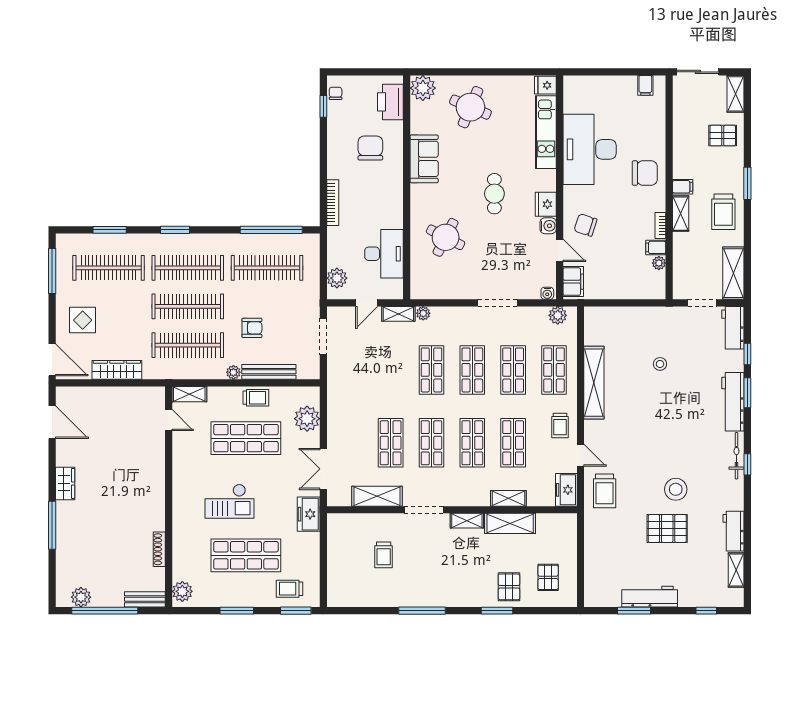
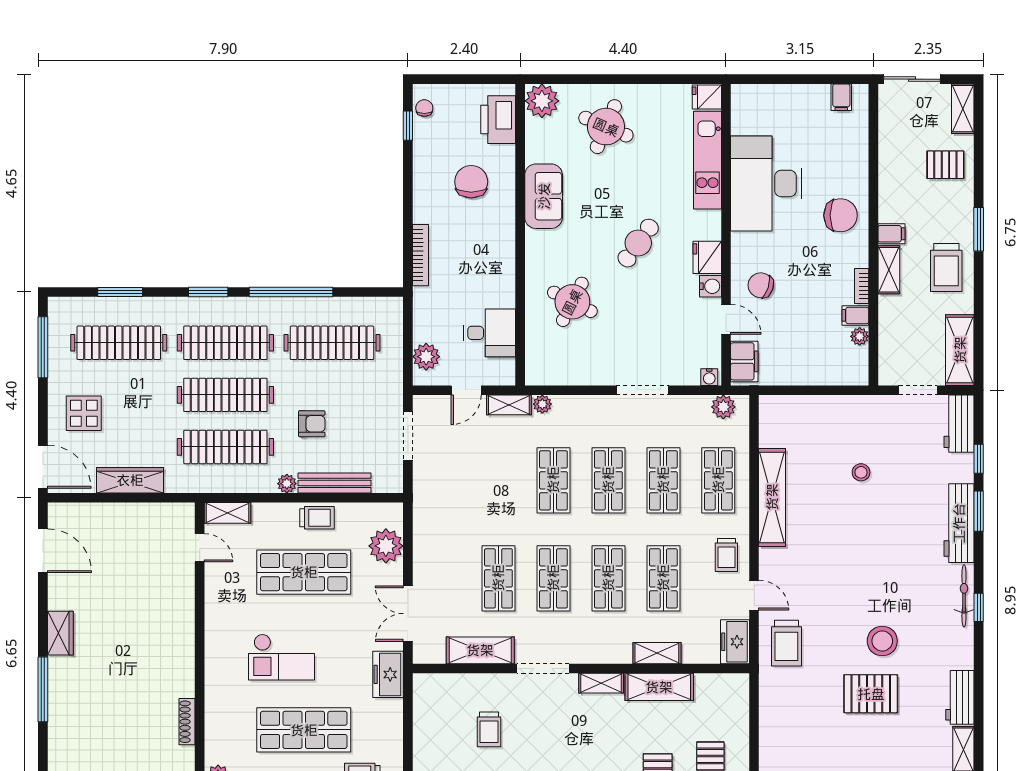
cafe table: (494, 194) -> (638, 243), turned 36
window: (271, 230) -> (291, 292), moved
desk: (384, 254) -> (490, 333), width x0.73

